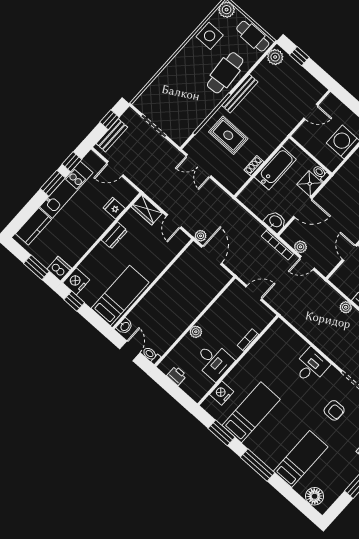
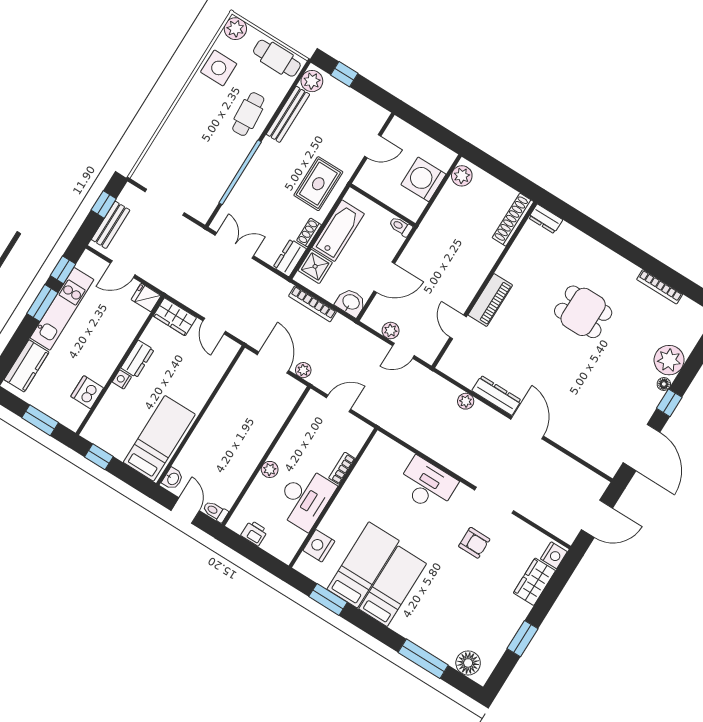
cafe table: (225, 73) -> (248, 114), width x0.73, depth x0.74
bench: (240, 94) -> (288, 114), moved
rug: (228, 135) -> (318, 184), moved, turned 90
double door: (199, 166) -> (234, 246), swing flipped
dresser: (237, 182) -> (290, 258), added
shower: (310, 184) -> (315, 266), moved
fridge: (114, 208) -> (146, 298), moved
plant: (201, 236) -> (303, 370), moved
bookcase: (278, 245) -> (313, 304), moved
dishwasher: (59, 269) -> (87, 392), moved, turned -90
nightstand: (76, 281) -> (122, 379), moved, width x0.53, depth x0.56
desk: (214, 361) -> (305, 498), width x1.37
desk: (311, 366) -> (427, 485), width x1.37
bed: (301, 459) -> (393, 586), moved
window: (258, 465) -> (423, 659), moved

